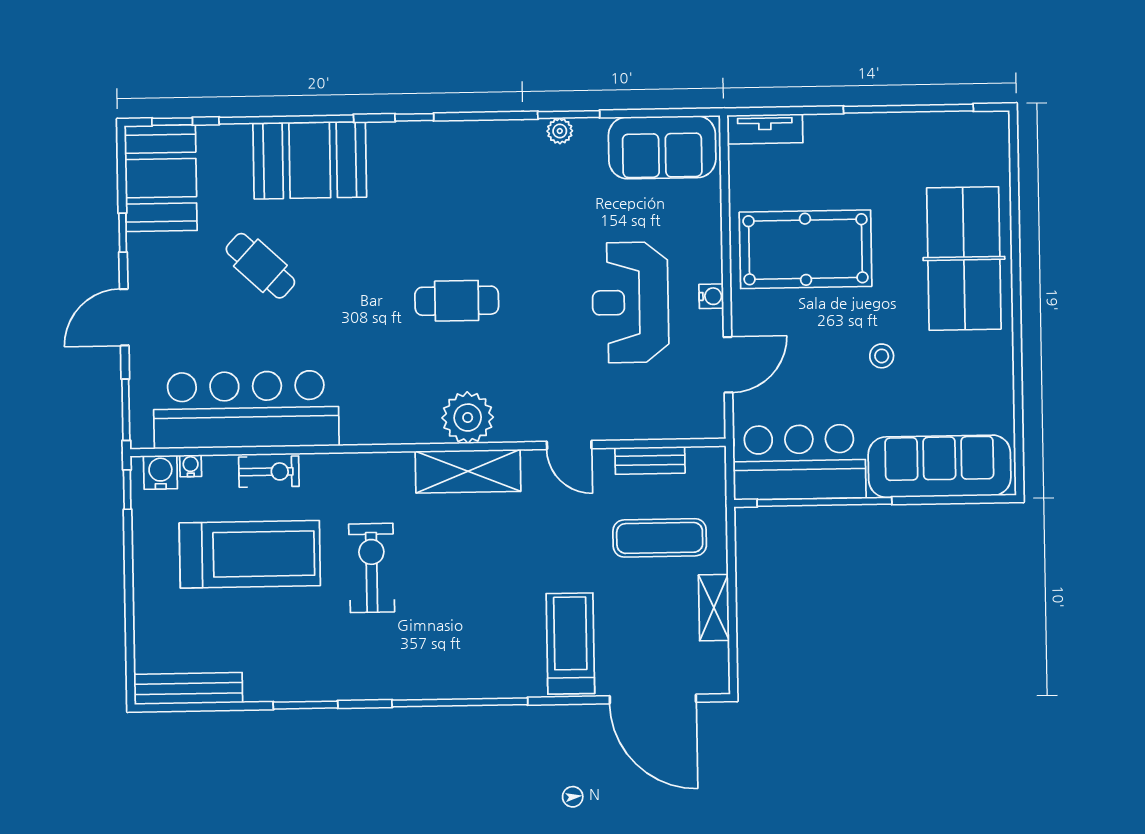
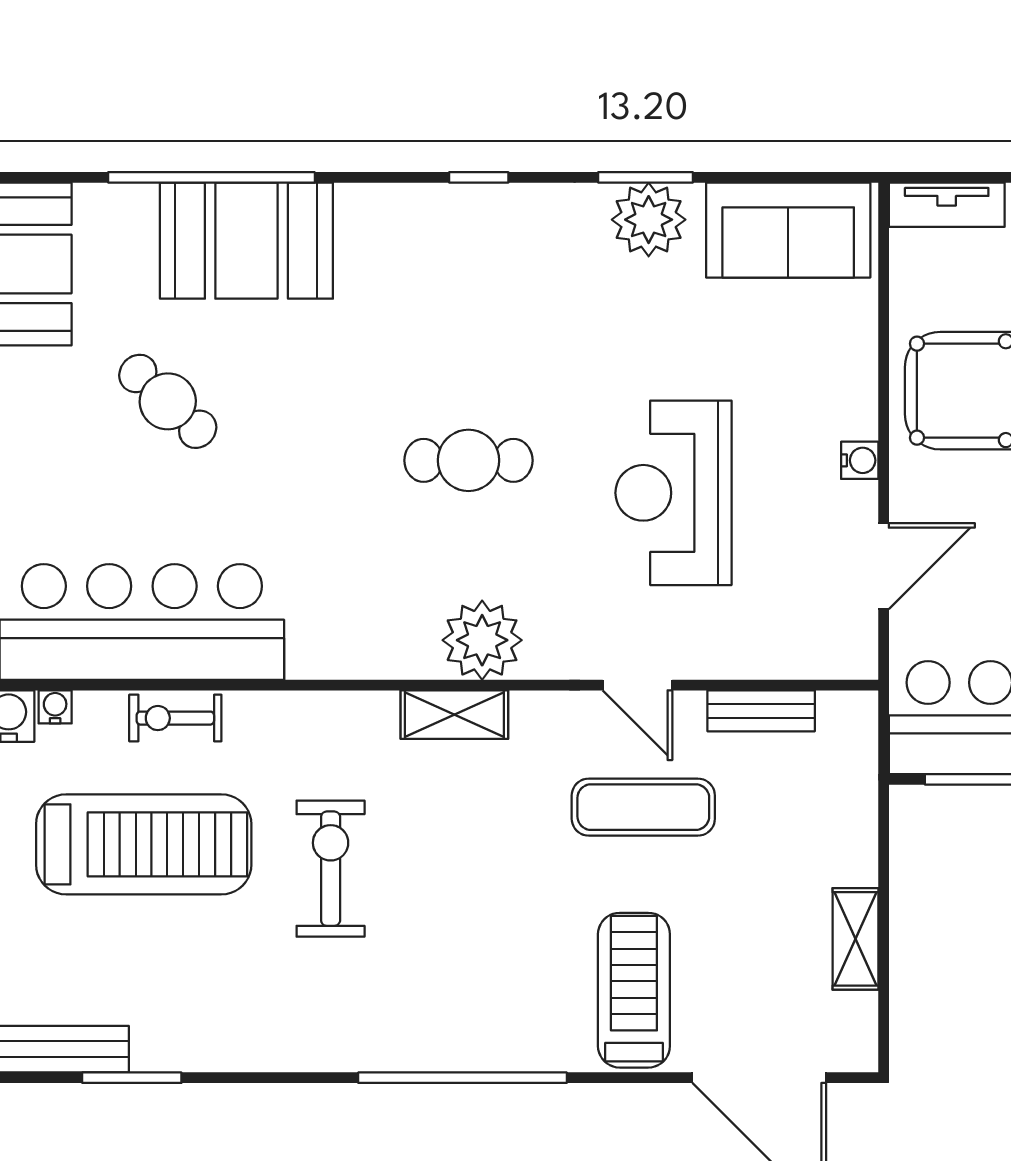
window: (414, 117) -> (479, 177), moved
window: (172, 122) -> (36, 177), removed
plant: (560, 131) -> (649, 220), width x1.88, depth x1.88
reception desk: (630, 302) -> (673, 493), moved
shelving: (468, 471) -> (454, 715), width x0.67, depth x0.75
exercise bike: (269, 472) -> (175, 718), turned 180
exercise mat: (660, 538) -> (643, 807), moved
window: (306, 705) -> (132, 1078), moved

